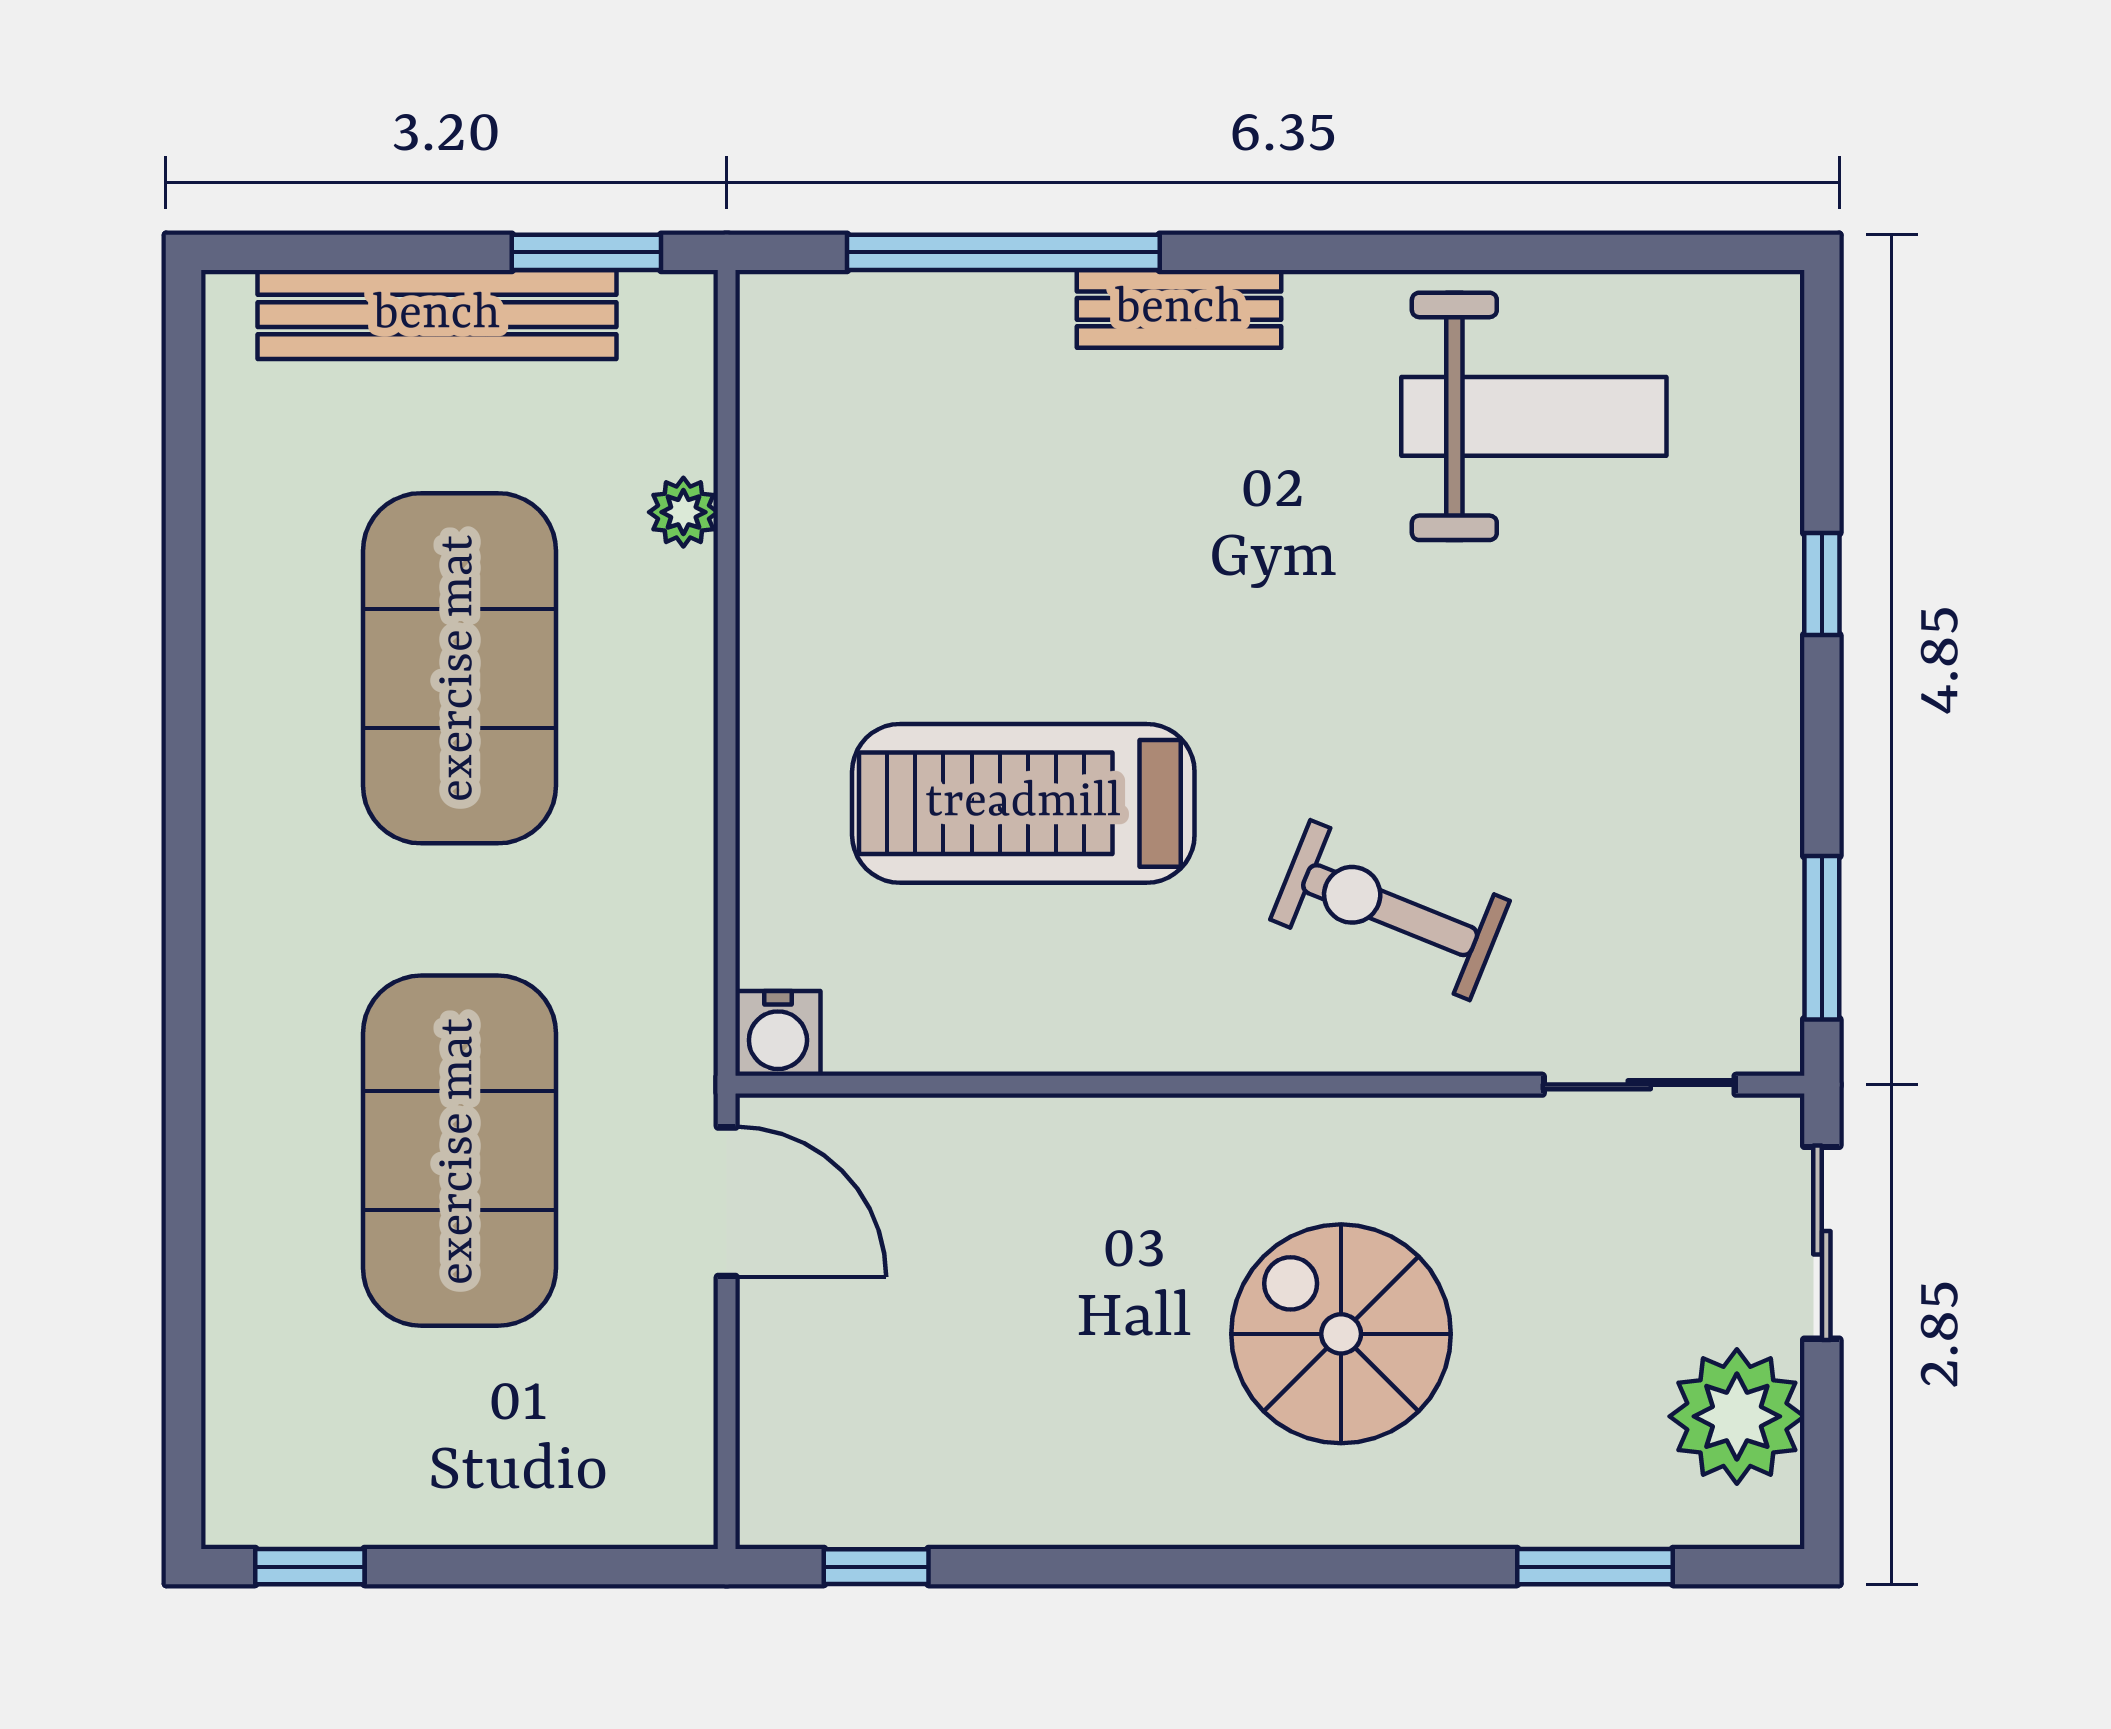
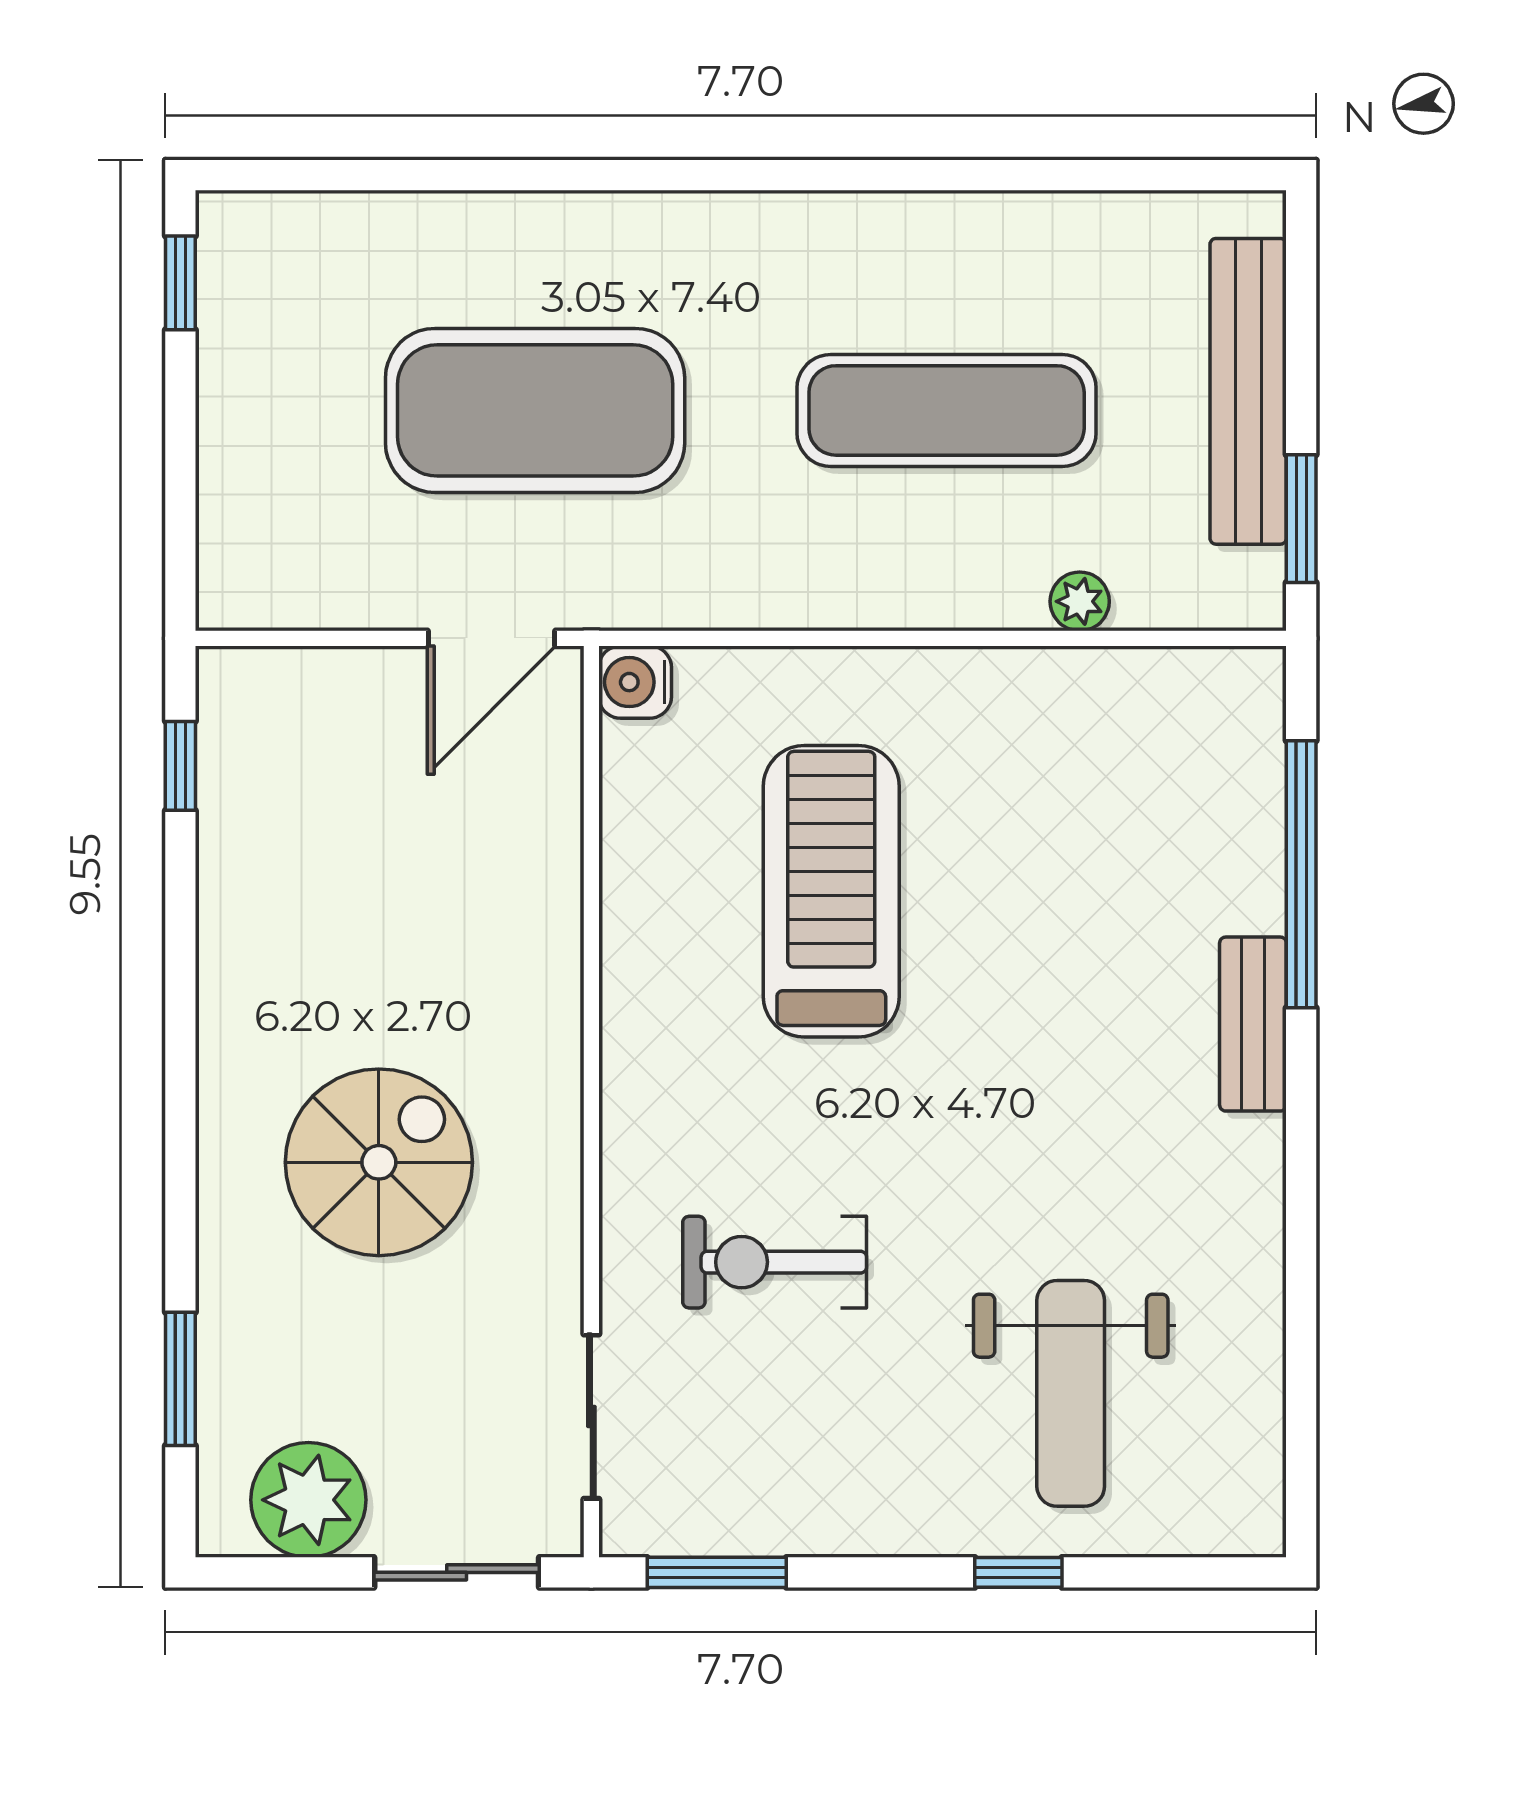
weight bench: (1534, 416) -> (1071, 1393), moved
exercise mat: (459, 668) -> (947, 410), width x0.68
exercise bike: (1390, 910) -> (775, 1262), moved, turned -112

